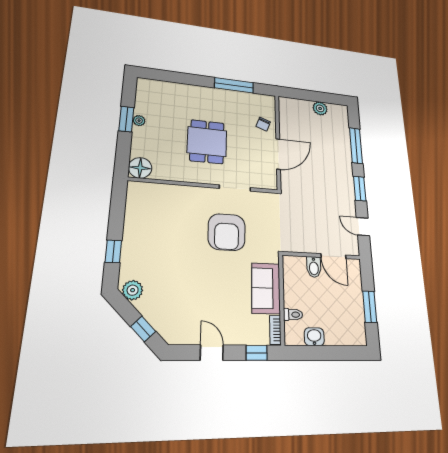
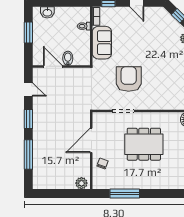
plant: (320, 108) -> (81, 183), moved
dining table: (207, 142) -> (144, 144), width x1.38
washbasin: (314, 337) -> (47, 12), moved

